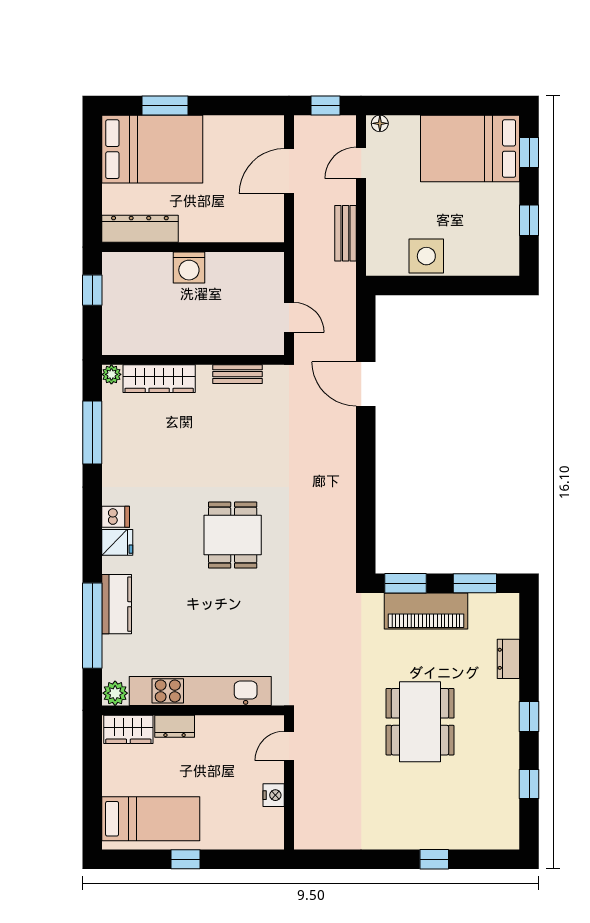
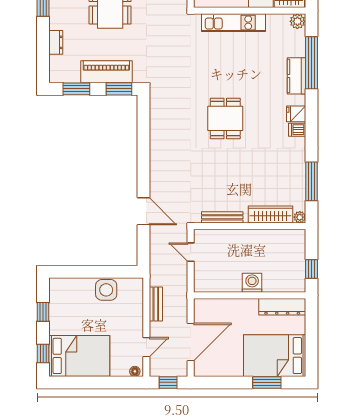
door: (289, 171) -> (191, 342), width x1.36
bench: (238, 374) -> (222, 217), width x1.36
kitchen unit: (200, 691) -> (234, 23), width x0.73

